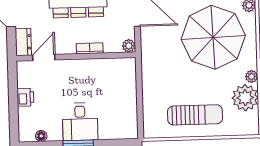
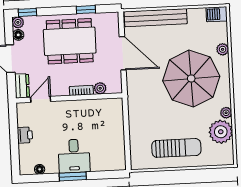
plant: (129, 46) -> (100, 88), moved

